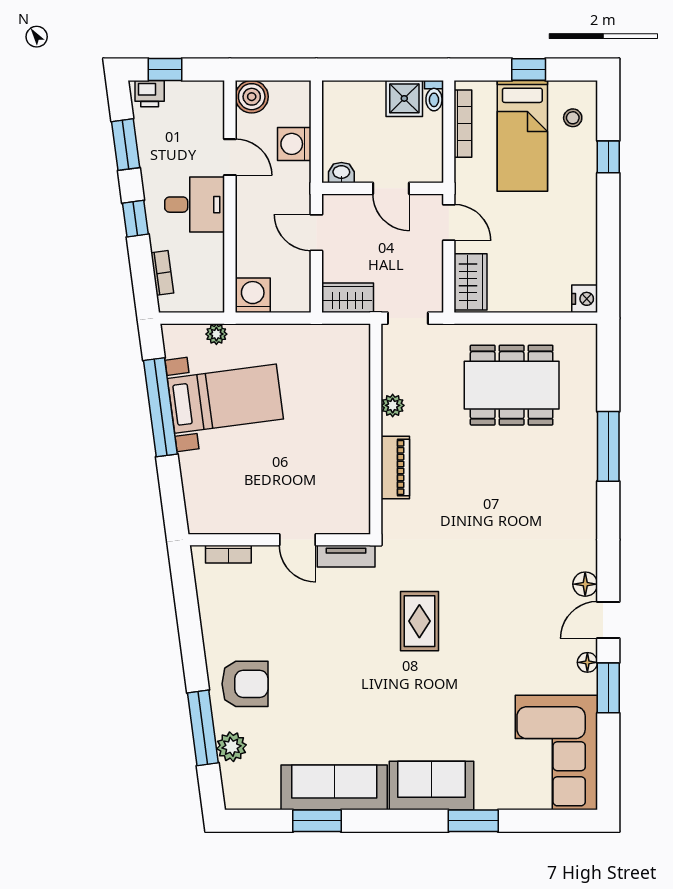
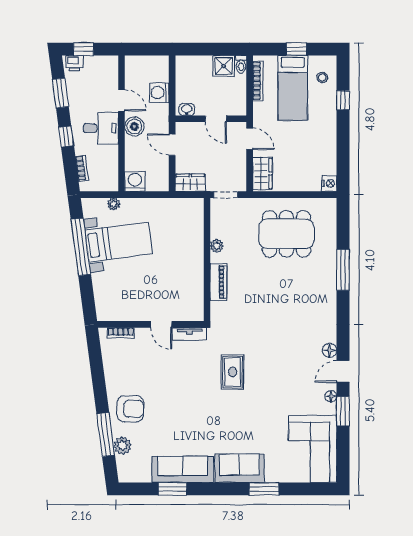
boiler: (252, 97) -> (134, 126), moved

